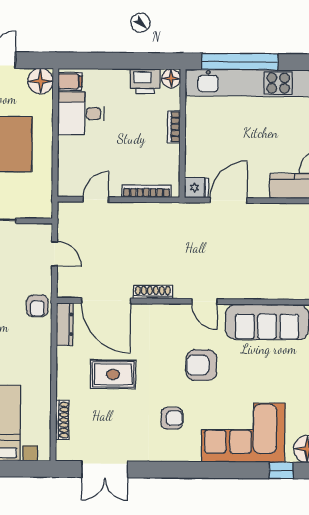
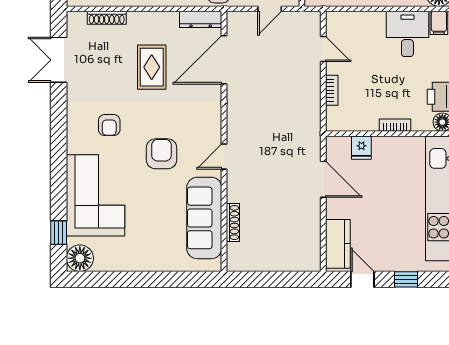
fridge: (196, 188) -> (361, 148), moved
bookcase: (147, 191) -> (332, 90), width x0.64
shoe rack: (153, 292) -> (233, 223), moved

